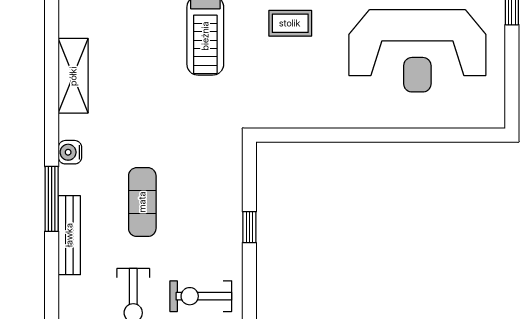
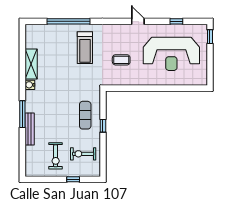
coffee table: (290, 23) -> (121, 60), moved
water cooler: (70, 152) -> (30, 85), moved
exercise mat: (142, 202) -> (85, 115), moved

